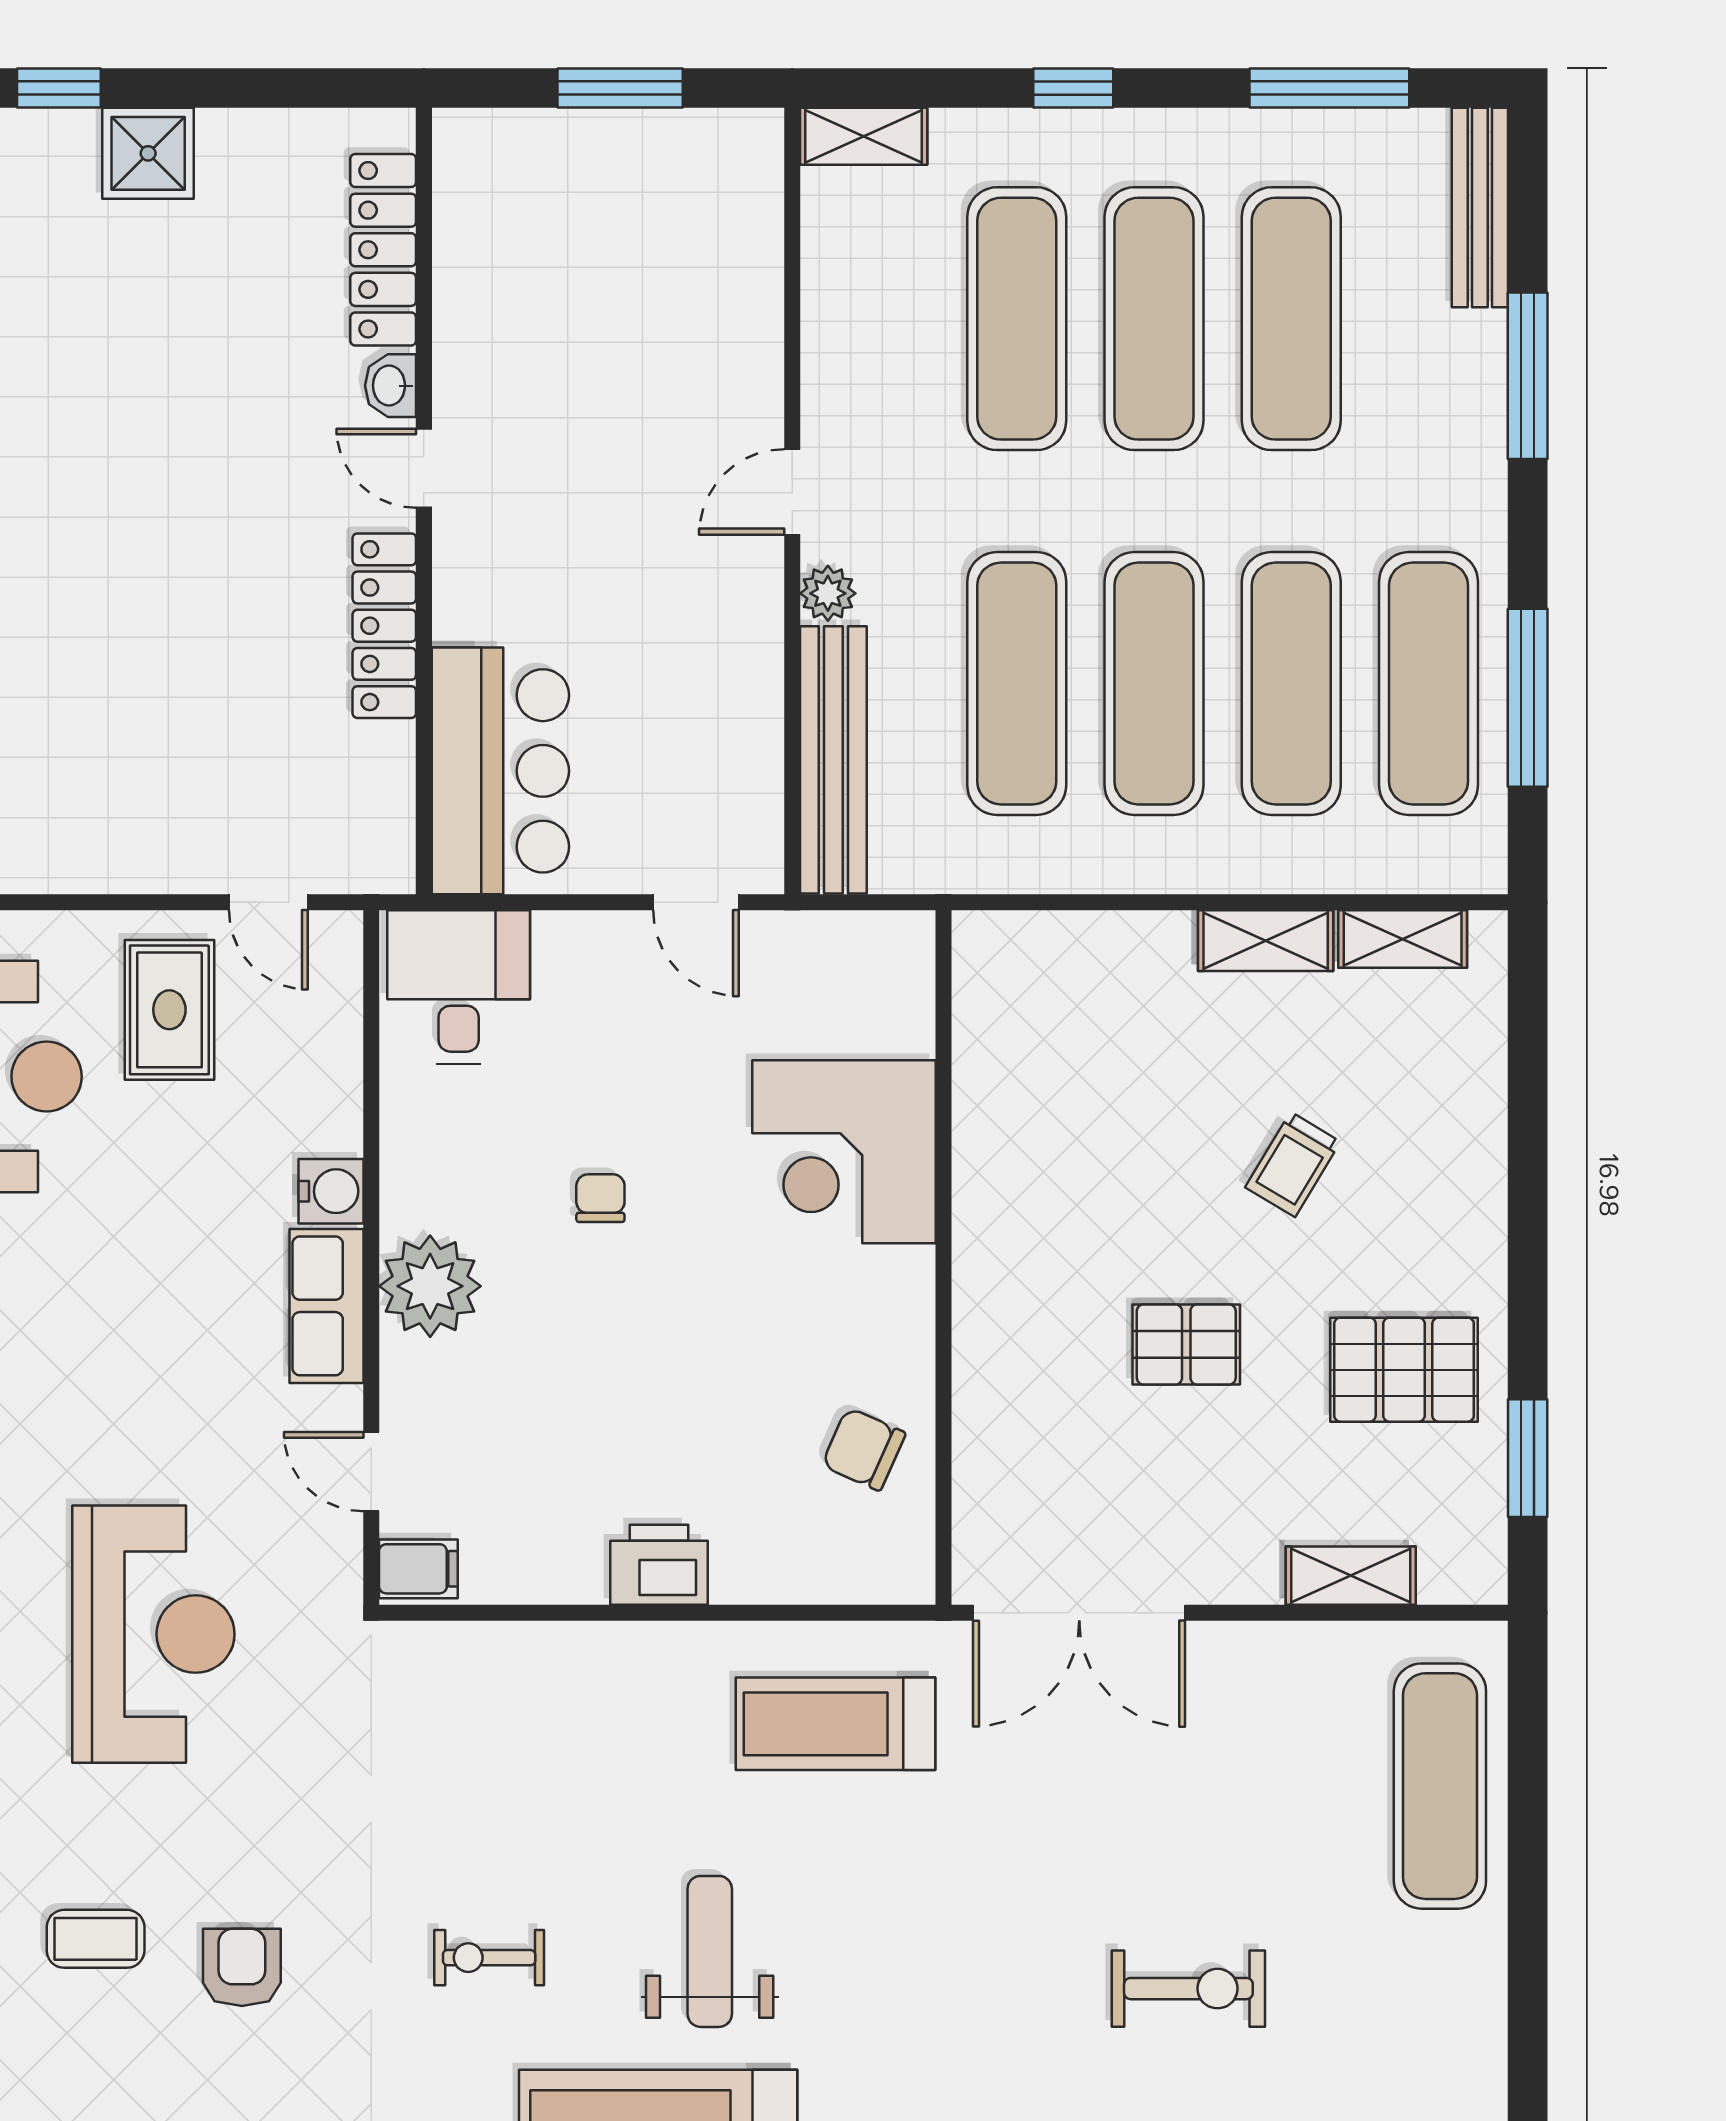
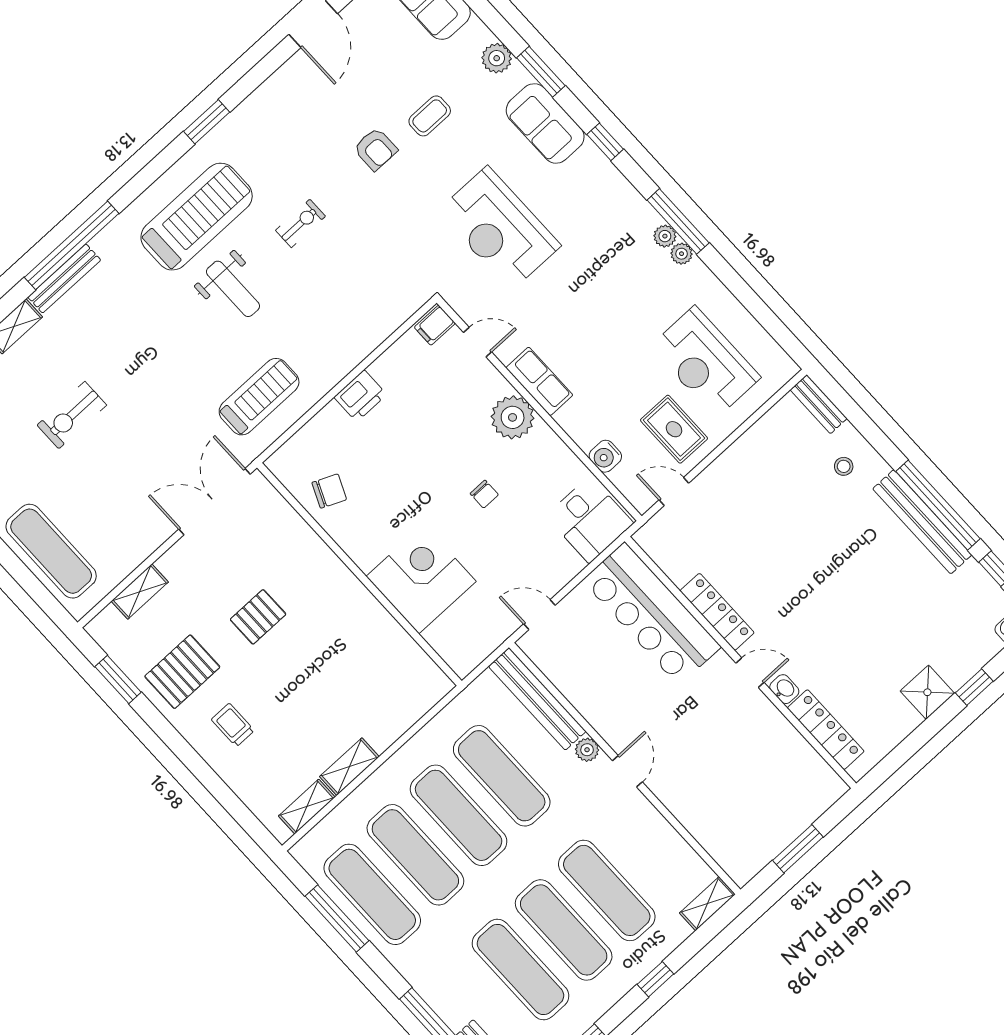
bar counter: (500, 771) -> (652, 614), width x1.36
trolley: (1293, 1164) -> (233, 725), moved, turned -31
water cooler: (331, 1191) -> (605, 456), moved

